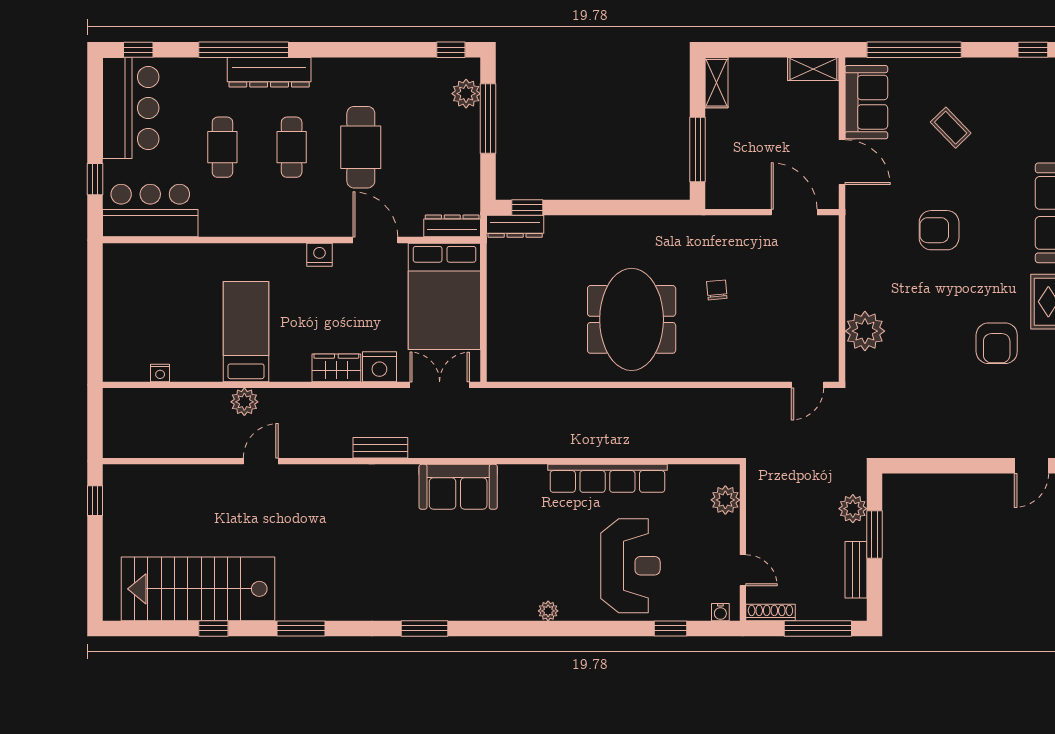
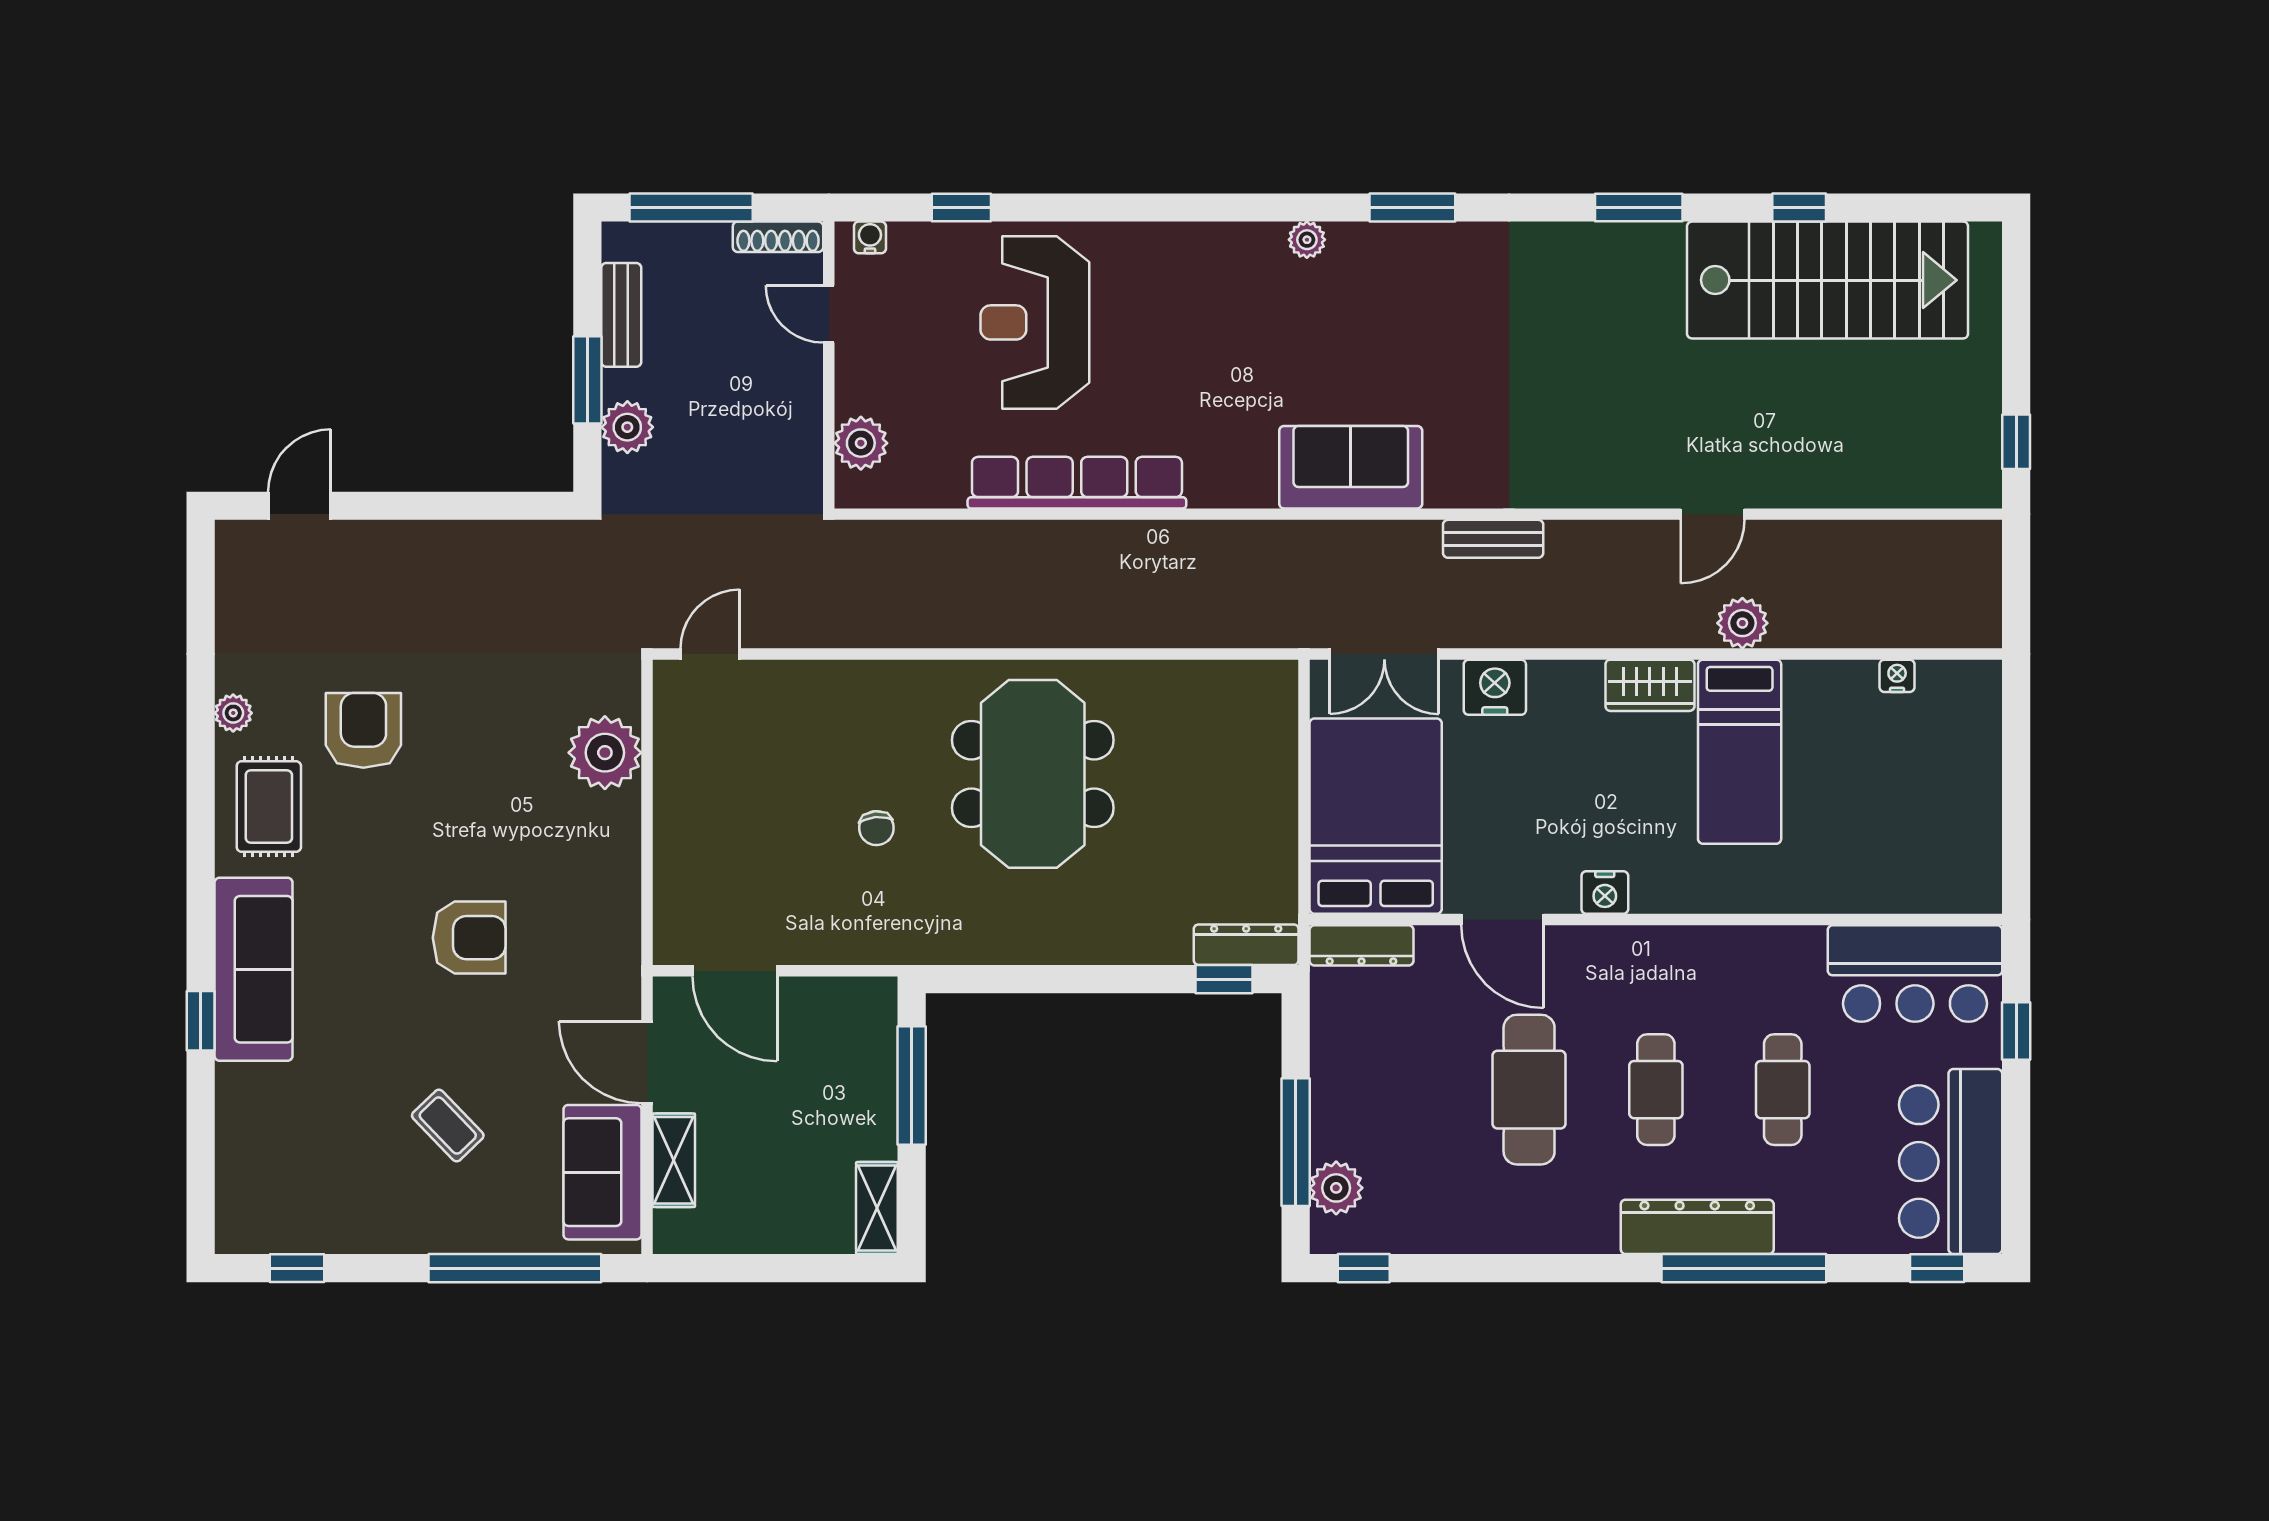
shelving: (813, 69) -> (674, 1160), moved, turned 90
wardrobe: (336, 368) -> (1650, 685), moved
plant: (548, 611) -> (1307, 240), moved

